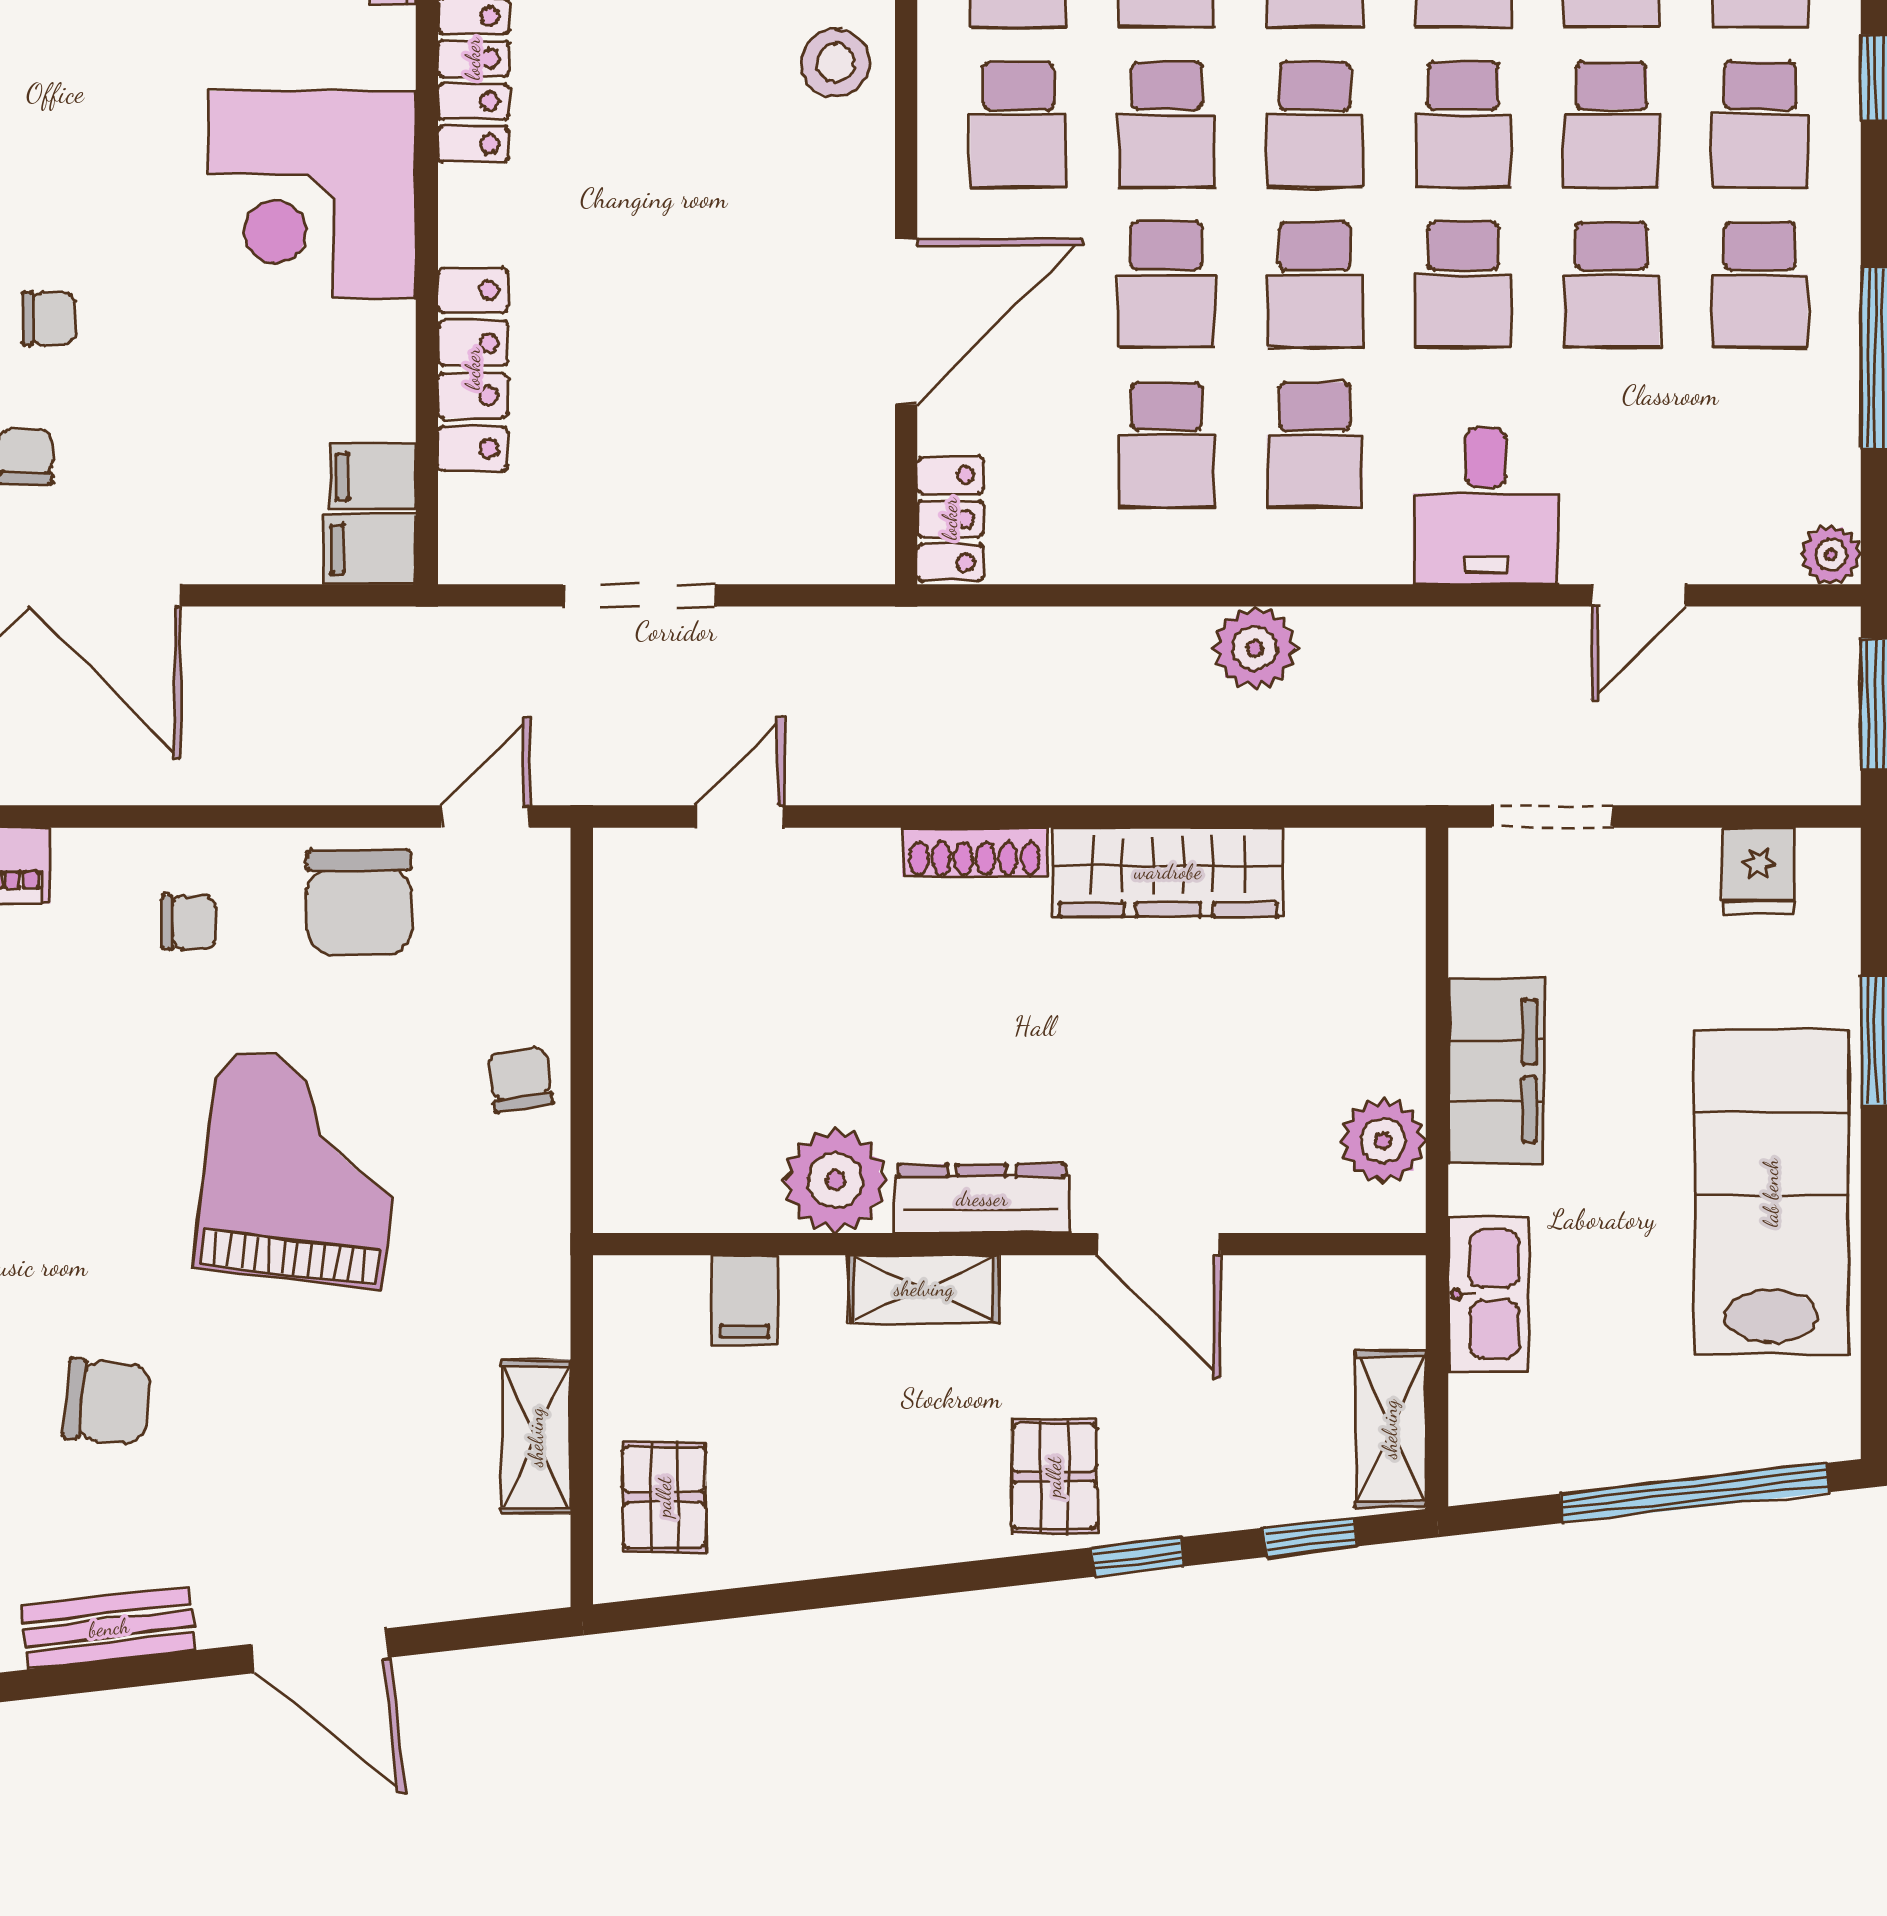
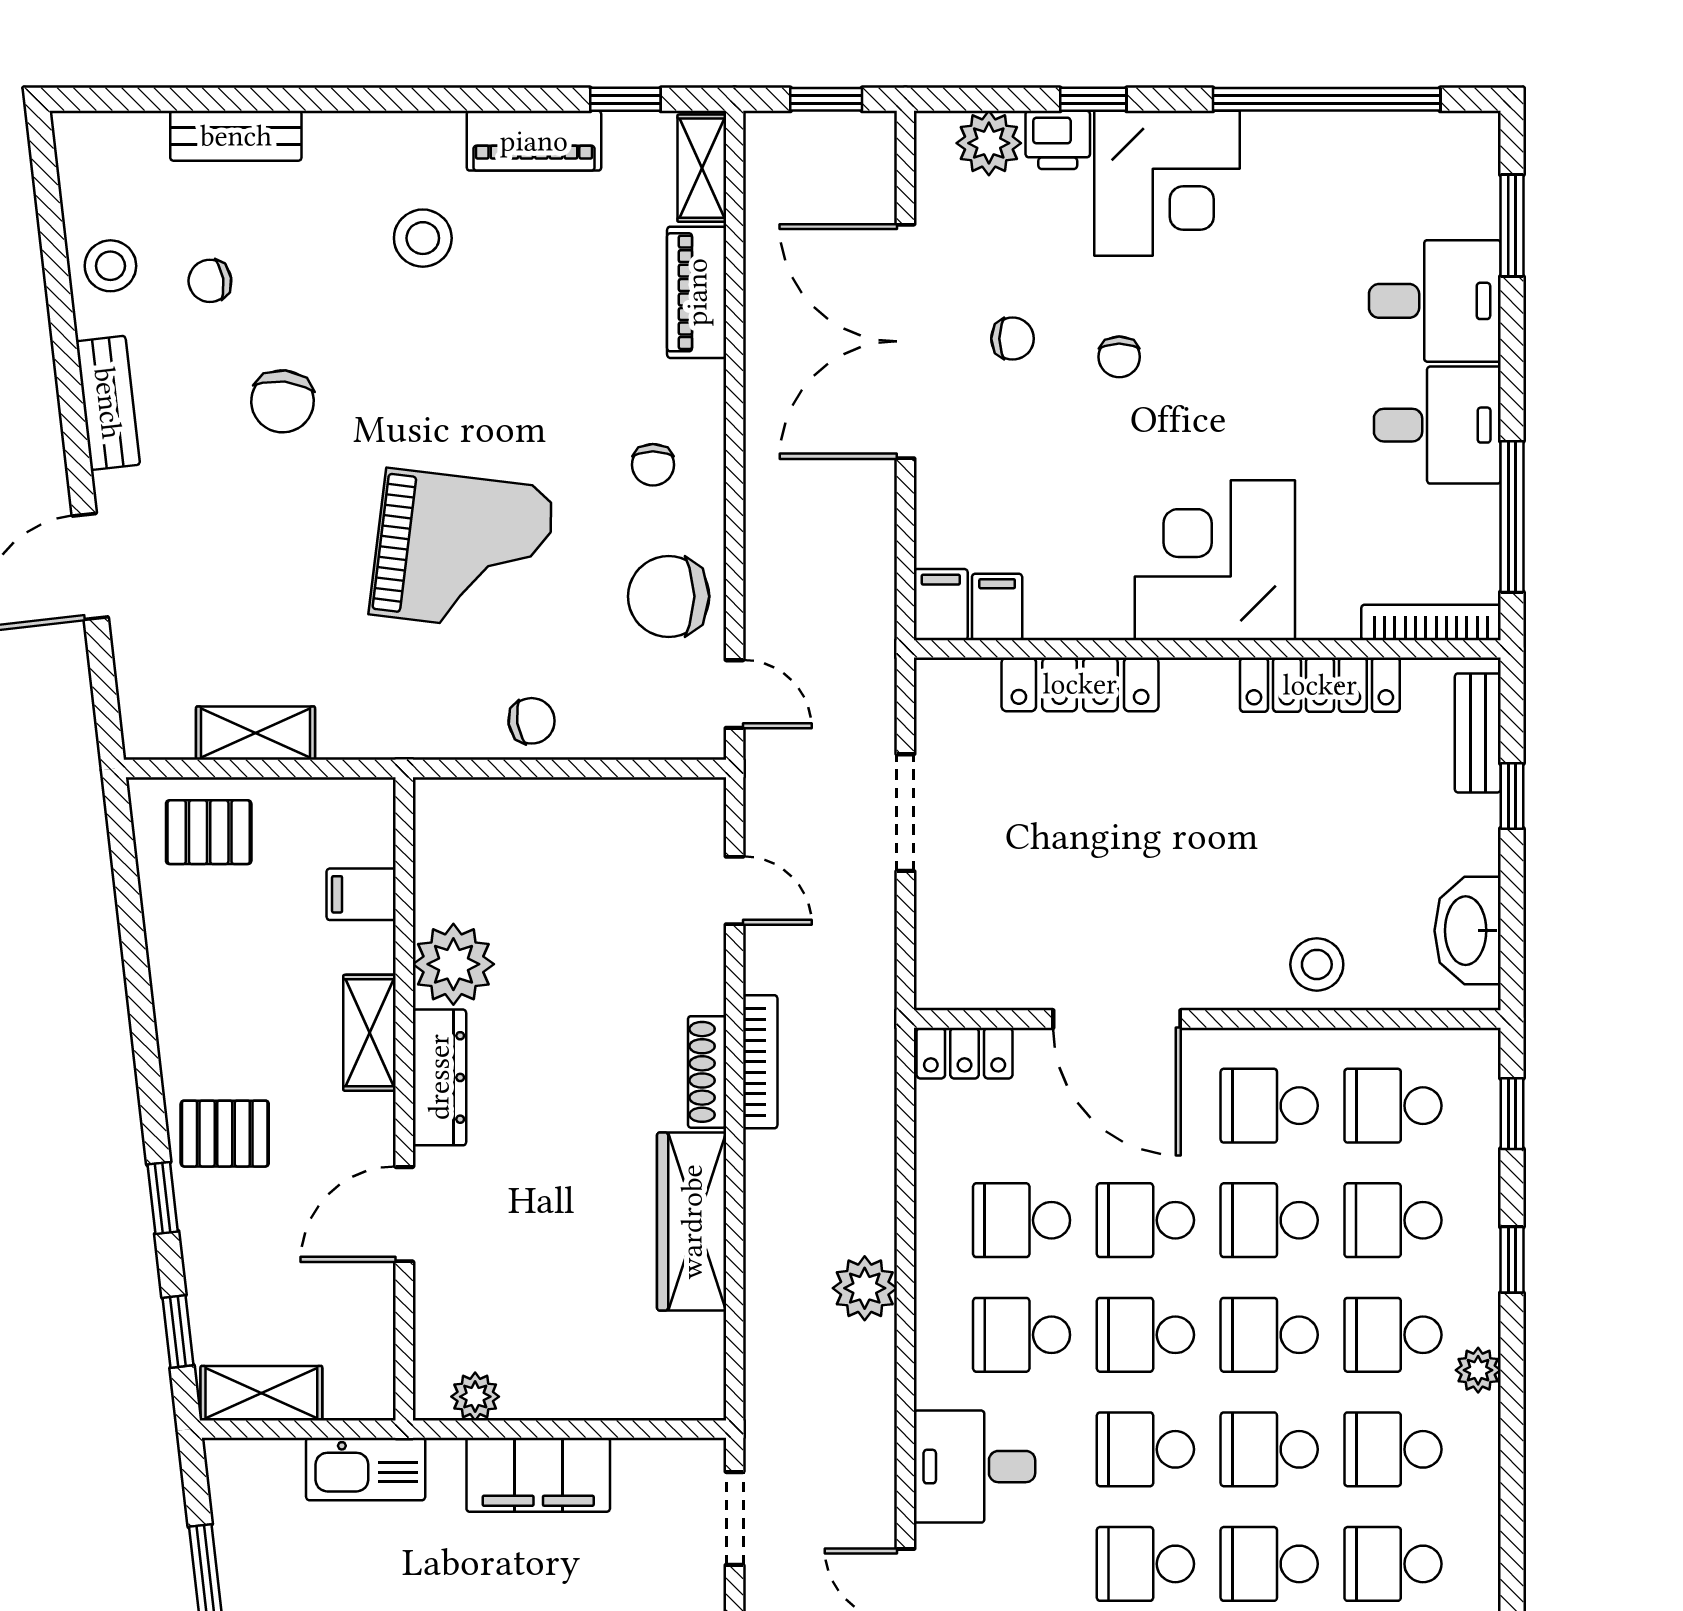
bookcase: (961, 783) -> (760, 1062), added
plant: (1383, 1141) -> (475, 1397), width x0.73, depth x0.73

